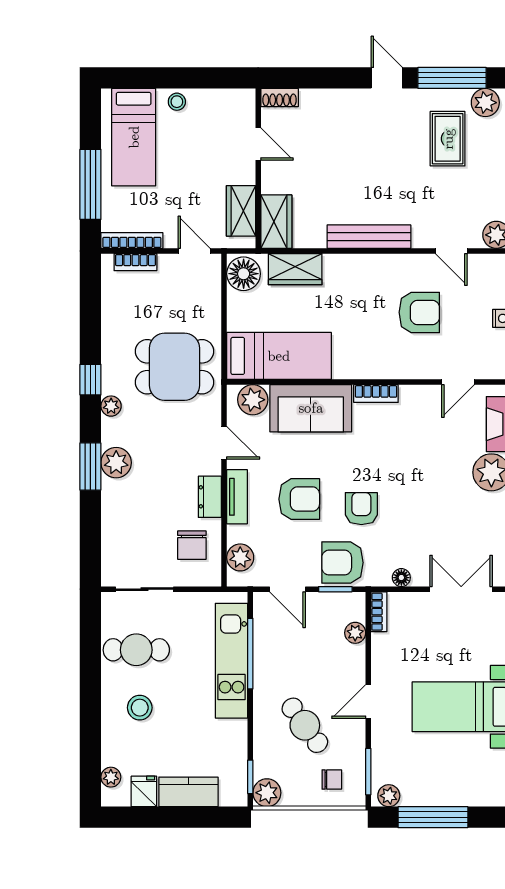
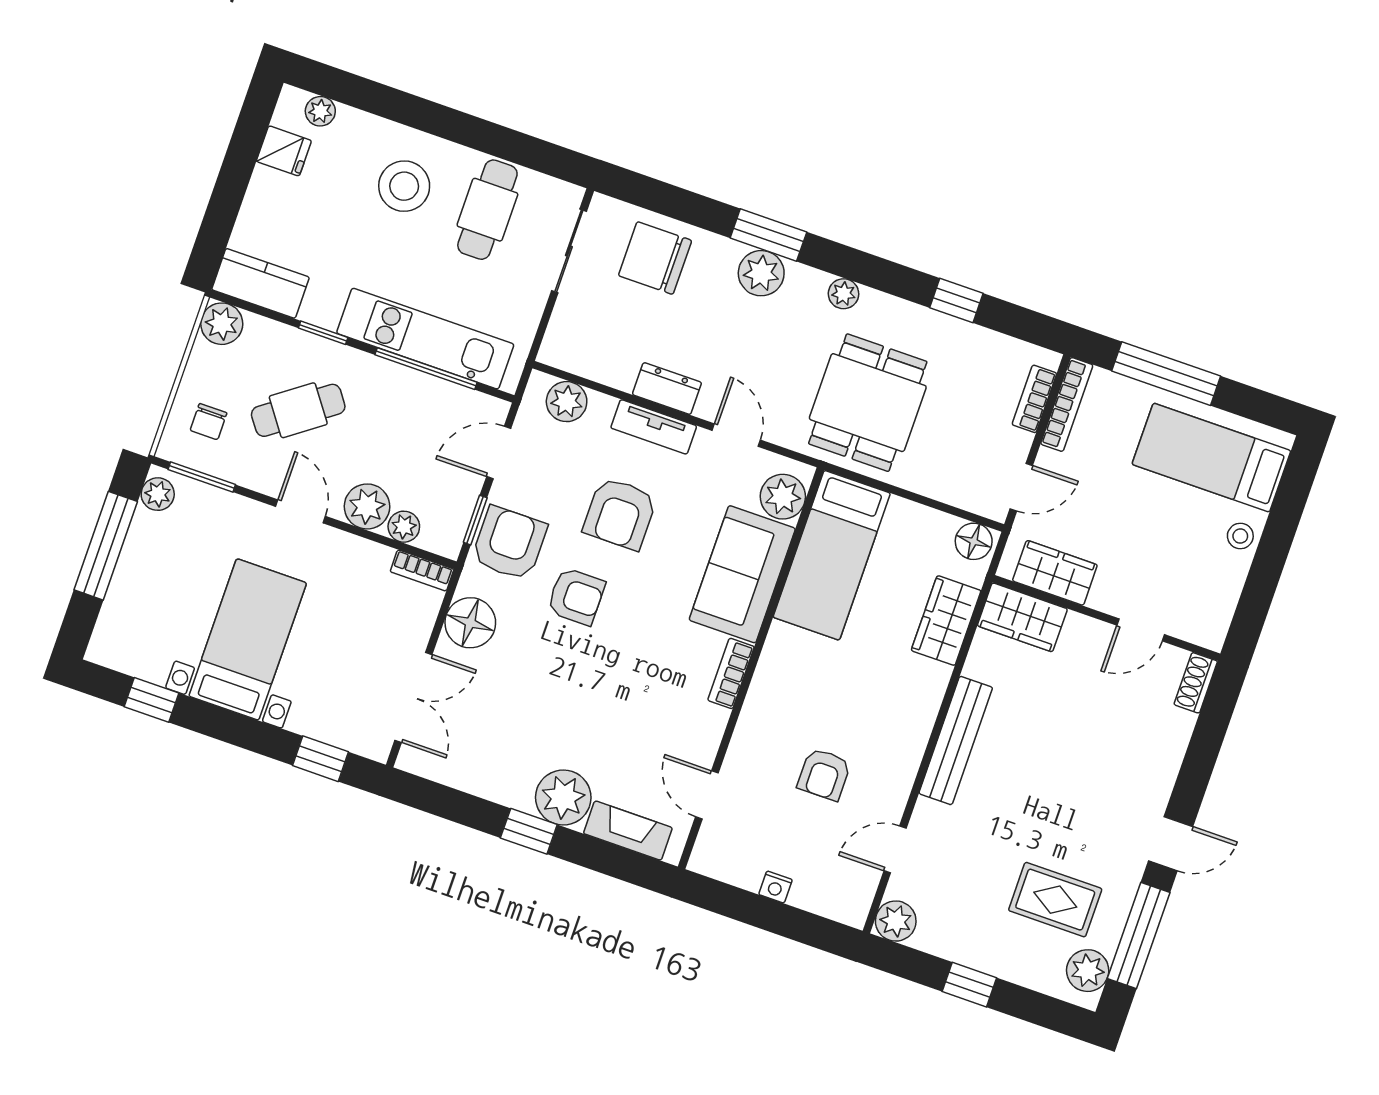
floor lamp: (244, 274) -> (974, 541), width x0.73, depth x0.73
armchair: (419, 312) -> (824, 774), width x0.72, depth x0.72
window: (90, 380) -> (956, 300), moved
door: (224, 443) -> (736, 435), swing flipped
chair: (192, 545) -> (655, 258), moved, width x1.37, depth x1.37
floor lamp: (401, 578) -> (470, 623), width x1.89, depth x1.89
plant: (350, 661) -> (367, 506), added
stool: (140, 708) -> (404, 186), width x1.38, depth x1.38
window: (250, 777) -> (323, 333), moved
kitchen counter: (188, 792) -> (260, 283), moved, turned -90

